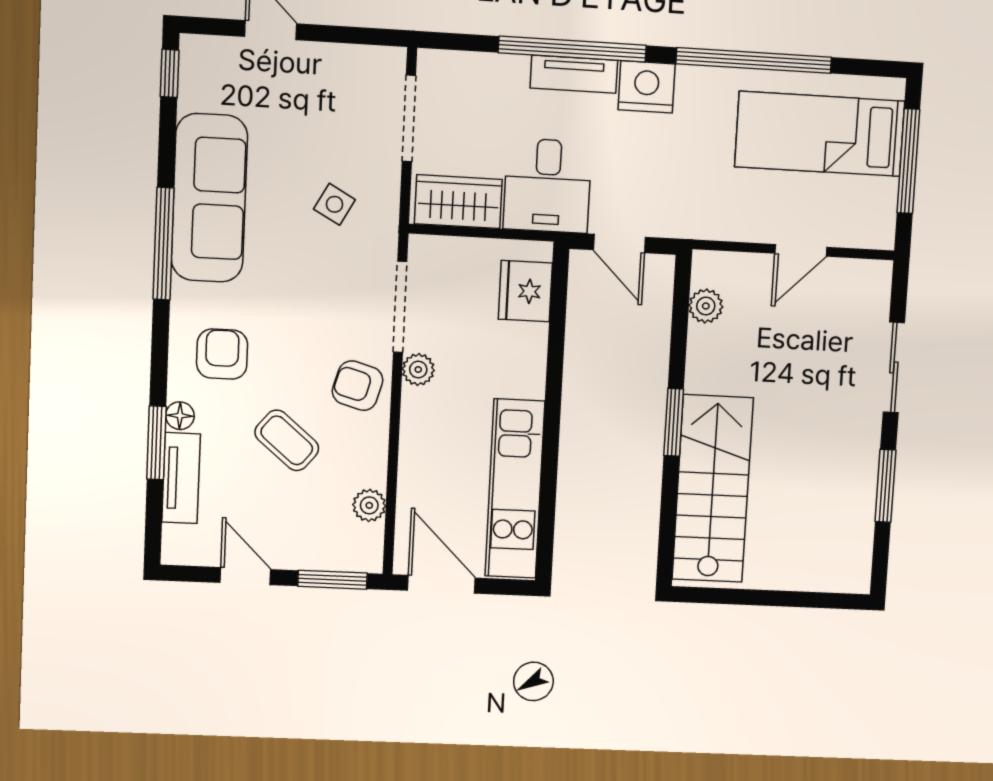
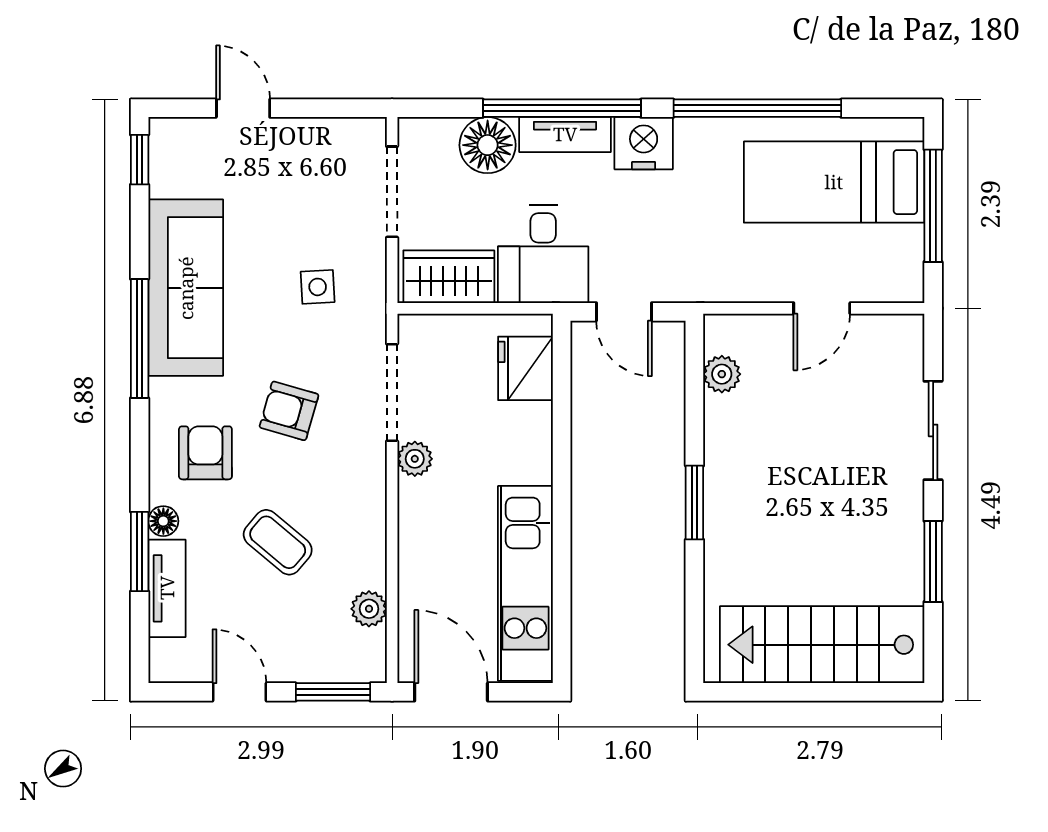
floor lamp: (501, 80) -> (488, 145), added
side table: (334, 204) -> (318, 287), turned -32
armchair: (358, 386) -> (289, 411), moved
stairs: (713, 489) -> (822, 645), moved, turned -90

